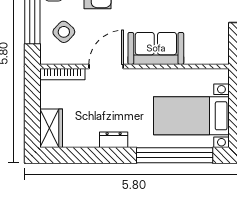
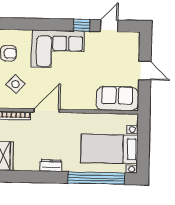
sofa: (156, 48) -> (117, 99), moved

